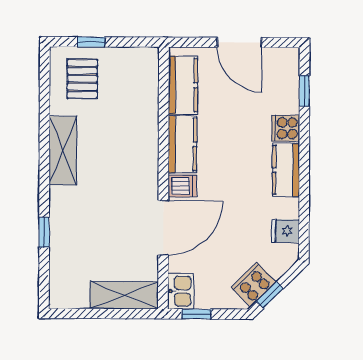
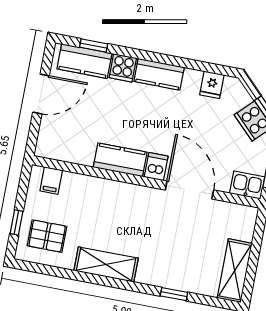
filing cabinet: (145, 72) -> (51, 180), added
kitchen counter: (183, 85) -> (84, 61), moved, turned 180
shelving: (124, 295) -> (235, 271), moved

